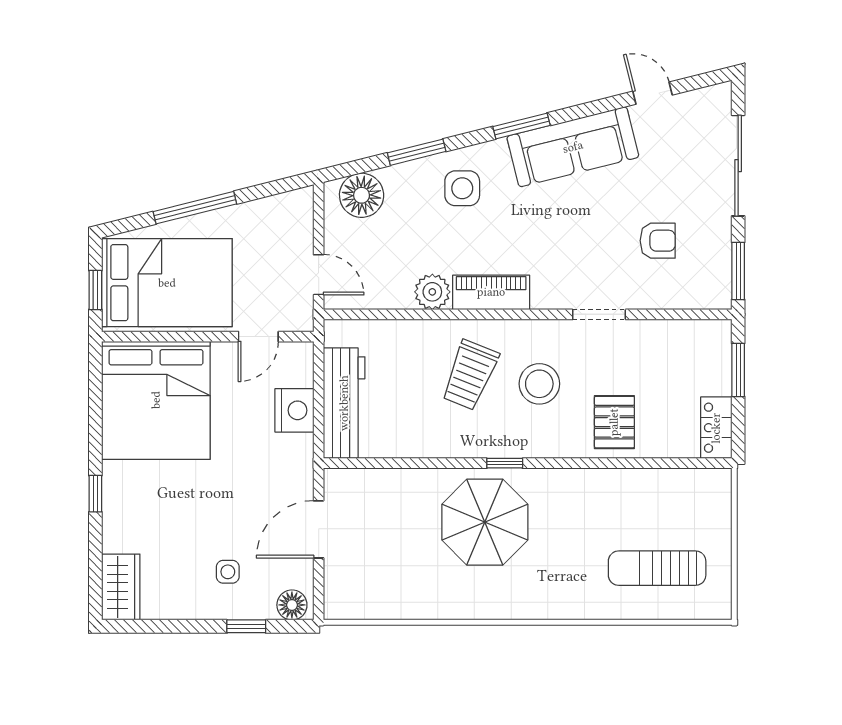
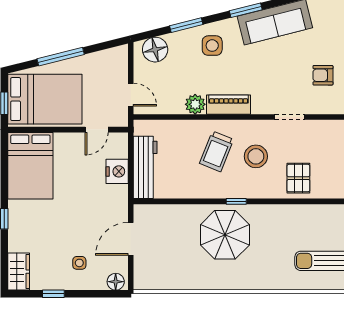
armchair: (658, 241) -> (323, 75), turned 180
bed: (156, 400) -> (30, 166), width x0.73
window: (246, 626) -> (53, 294), moved

